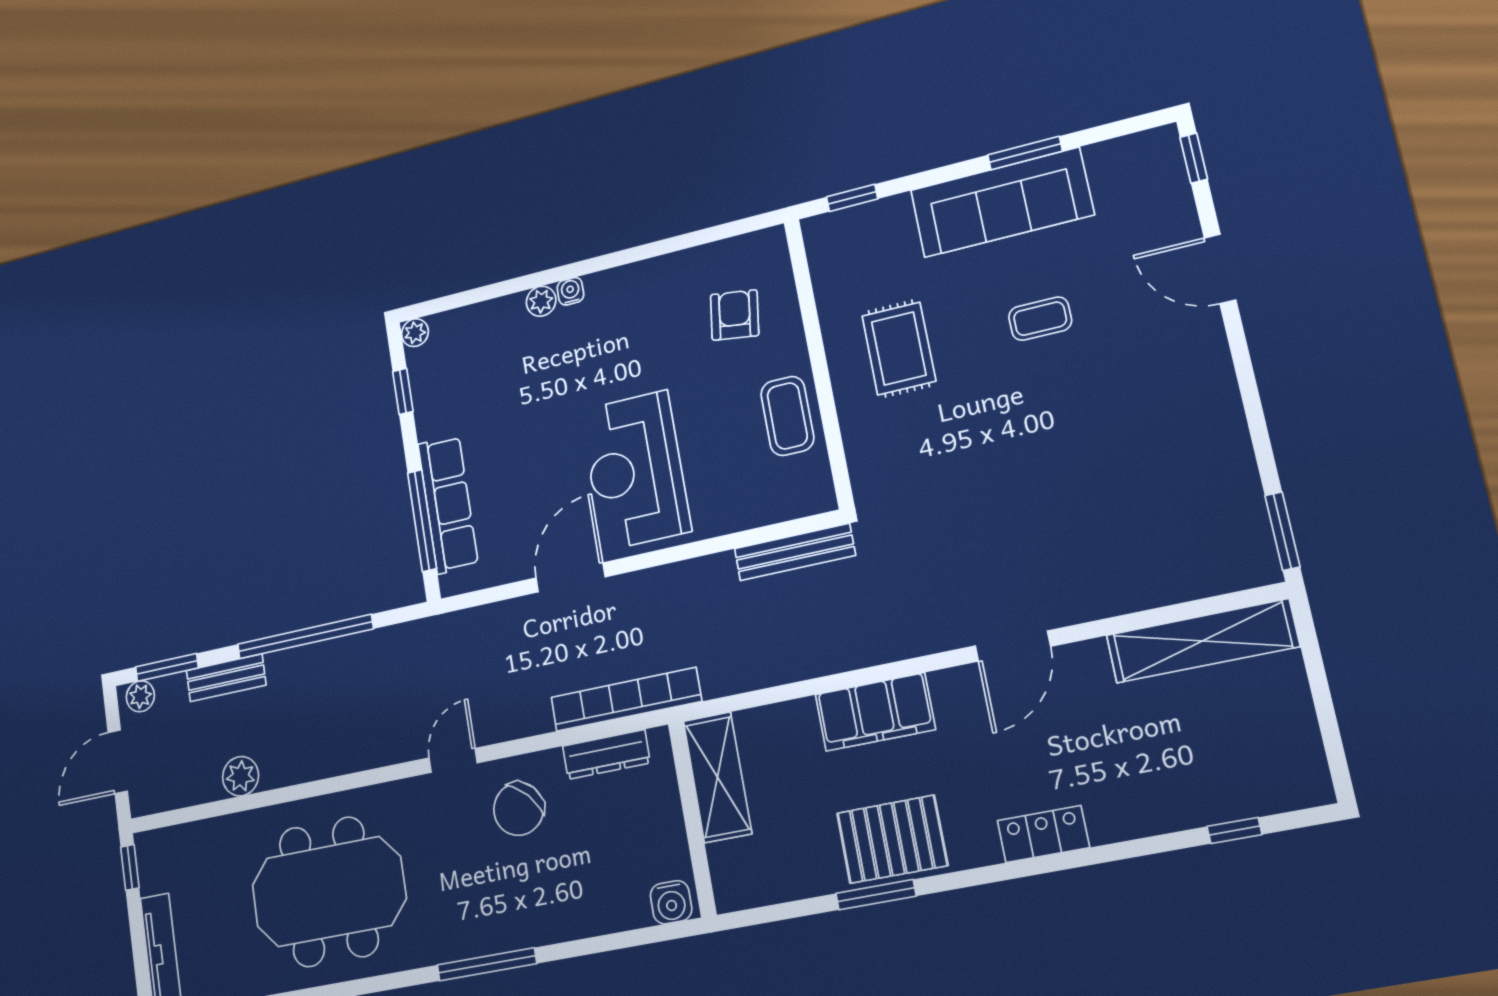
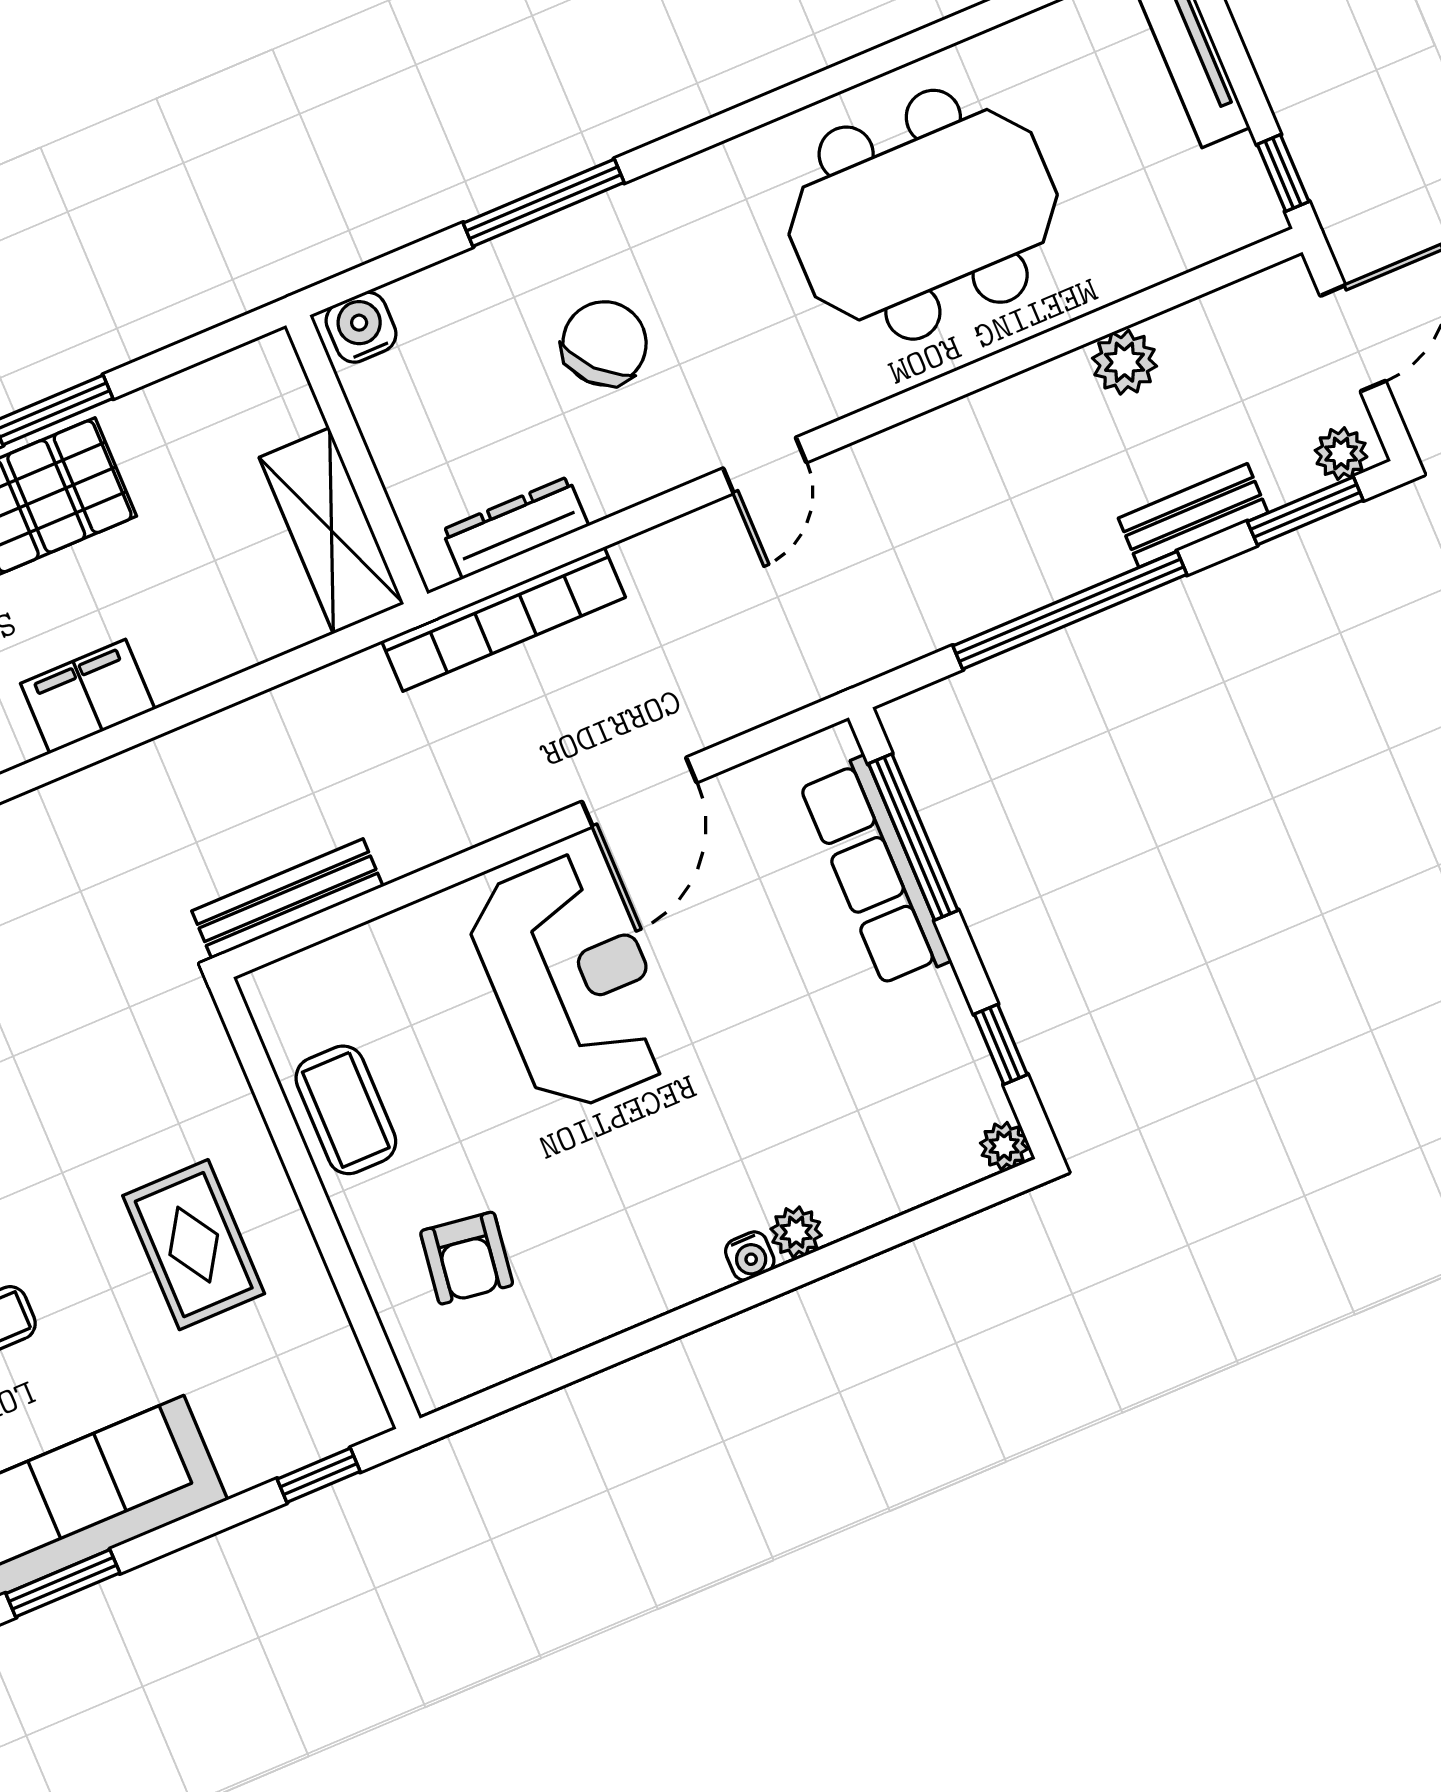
filing cabinet: (875, 712) -> (88, 696), width x0.67, depth x0.86
chair: (519, 809) -> (604, 343), moved
window: (487, 964) -> (544, 203), moved

